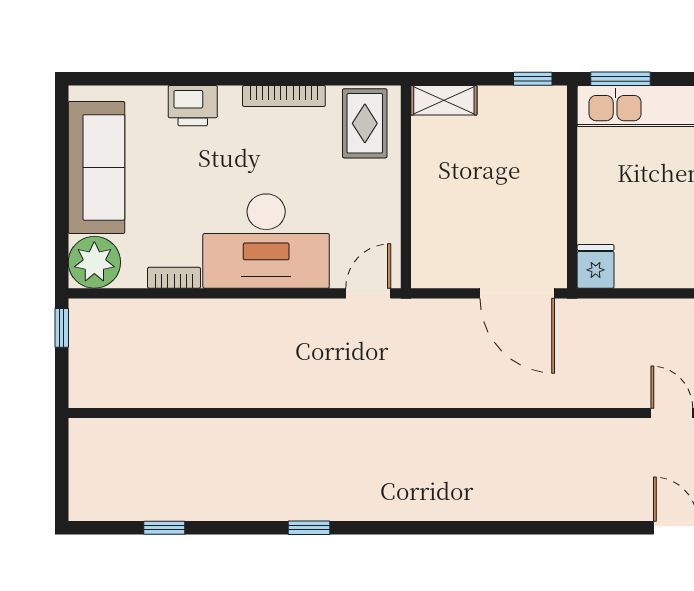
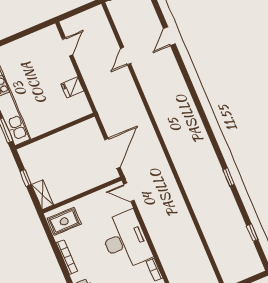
window: (533, 79) -> (26, 178), moved
fridge: (596, 266) -> (72, 87), moved
door: (517, 293) -> (112, 153), moved

